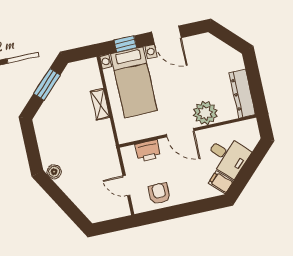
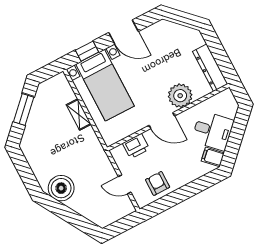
boiler: (54, 172) -> (61, 188), width x1.86, depth x1.86

